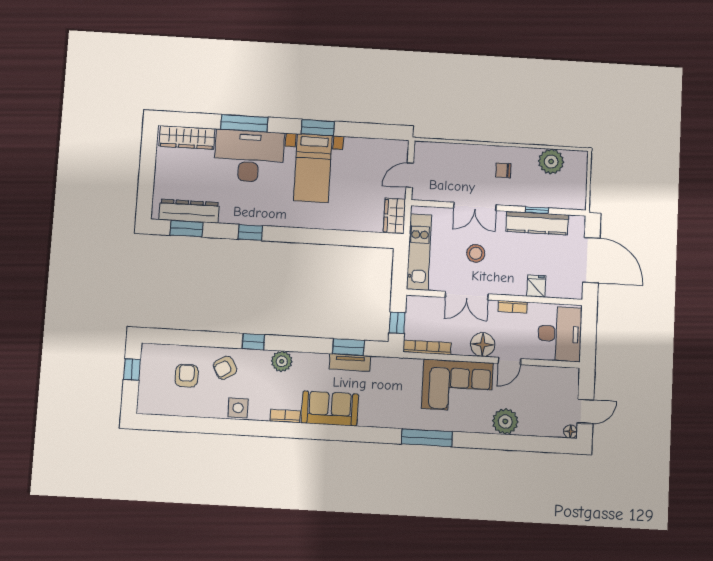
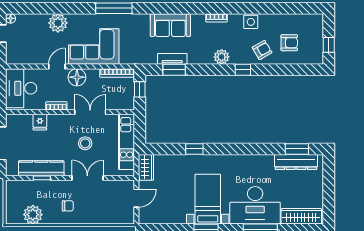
window: (250, 232) -> (194, 149), moved
armchair: (187, 376) -> (289, 43), turned -90
sofa: (330, 409) -> (170, 25), moved

